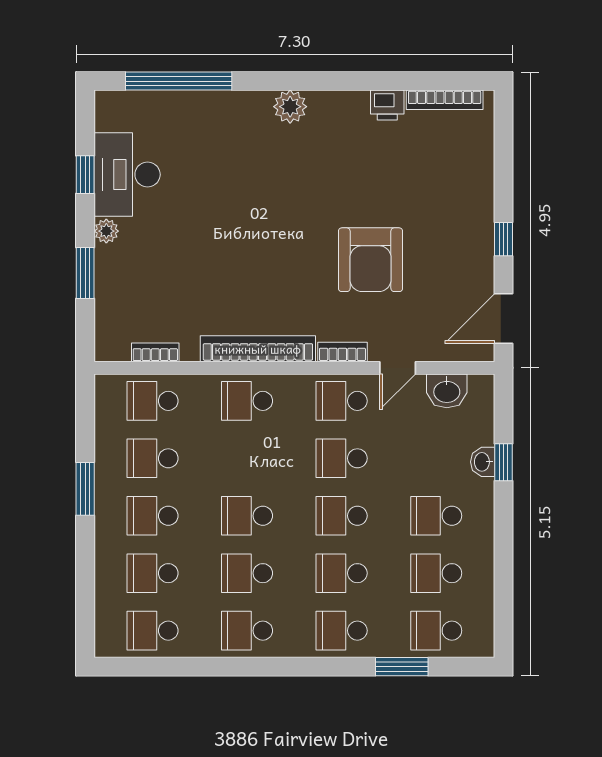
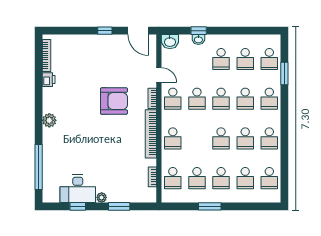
armchair: (370, 260) -> (114, 101), moved
washbasin: (447, 391) -> (170, 42), moved, turned 90

